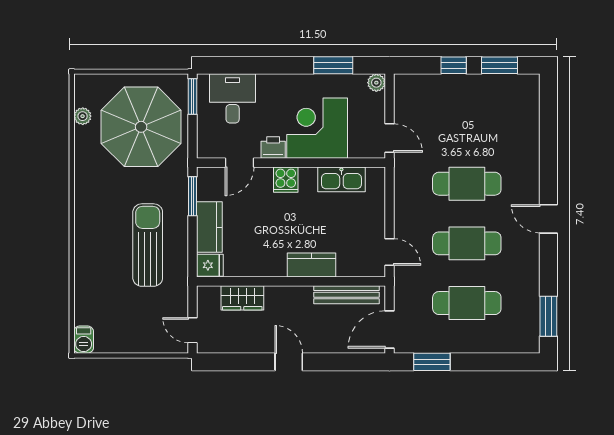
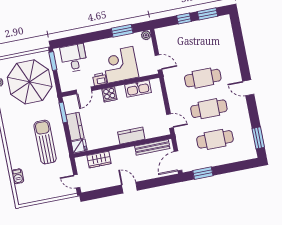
barbecue: (84, 340) -> (18, 176), moved

